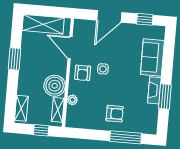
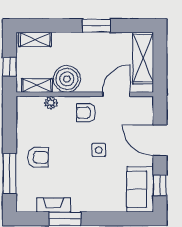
sofa: (152, 57) -> (140, 189), moved, turned -90
side table: (103, 69) -> (99, 150), moved
fireplace: (154, 90) -> (54, 205), moved
armchair: (115, 114) -> (38, 157), turned -90

